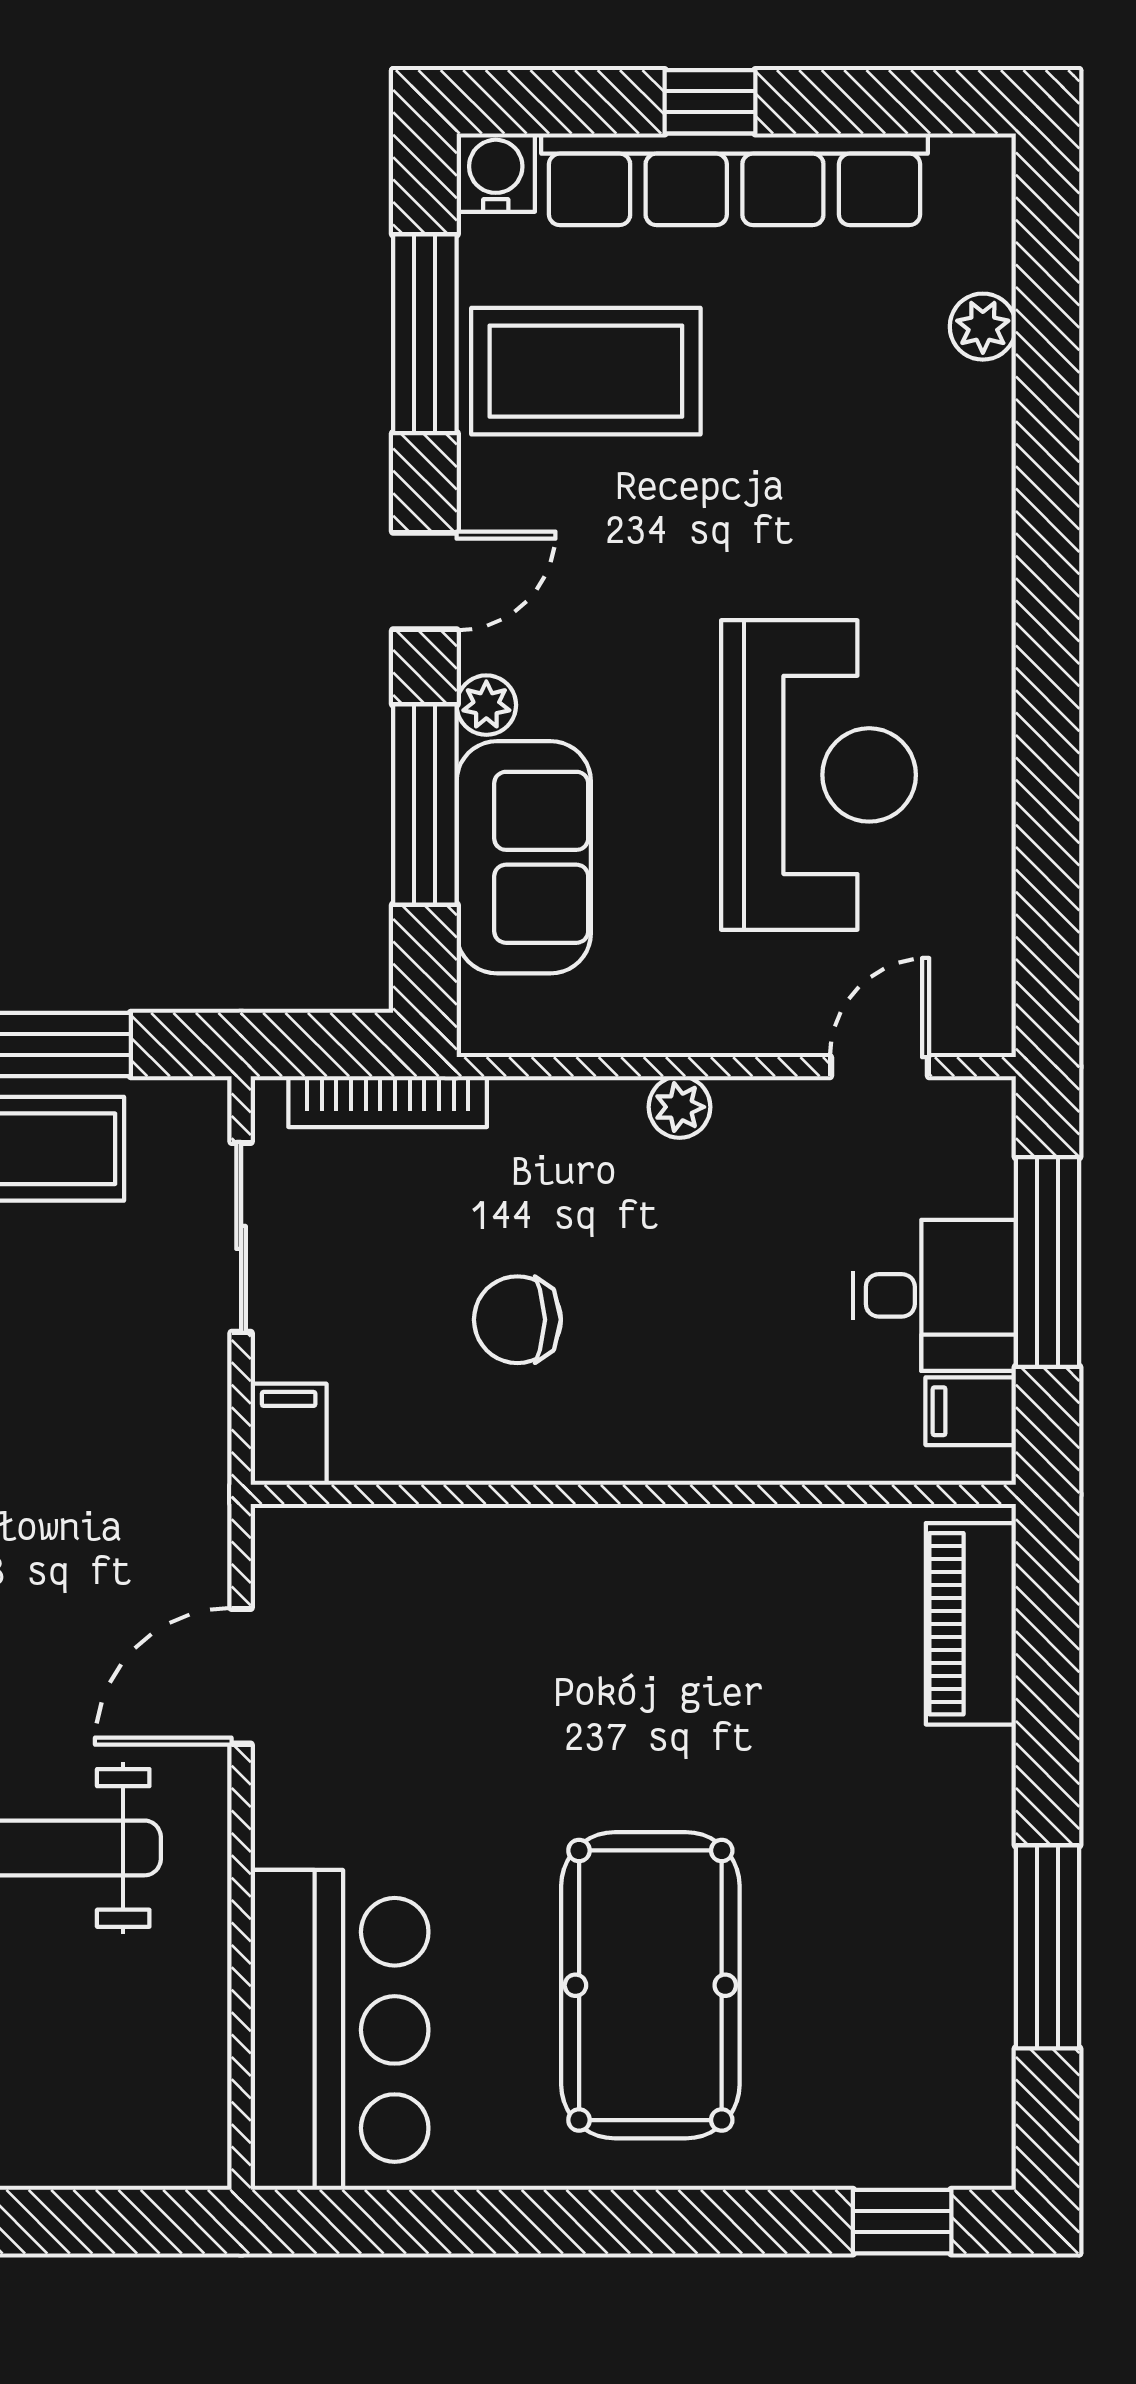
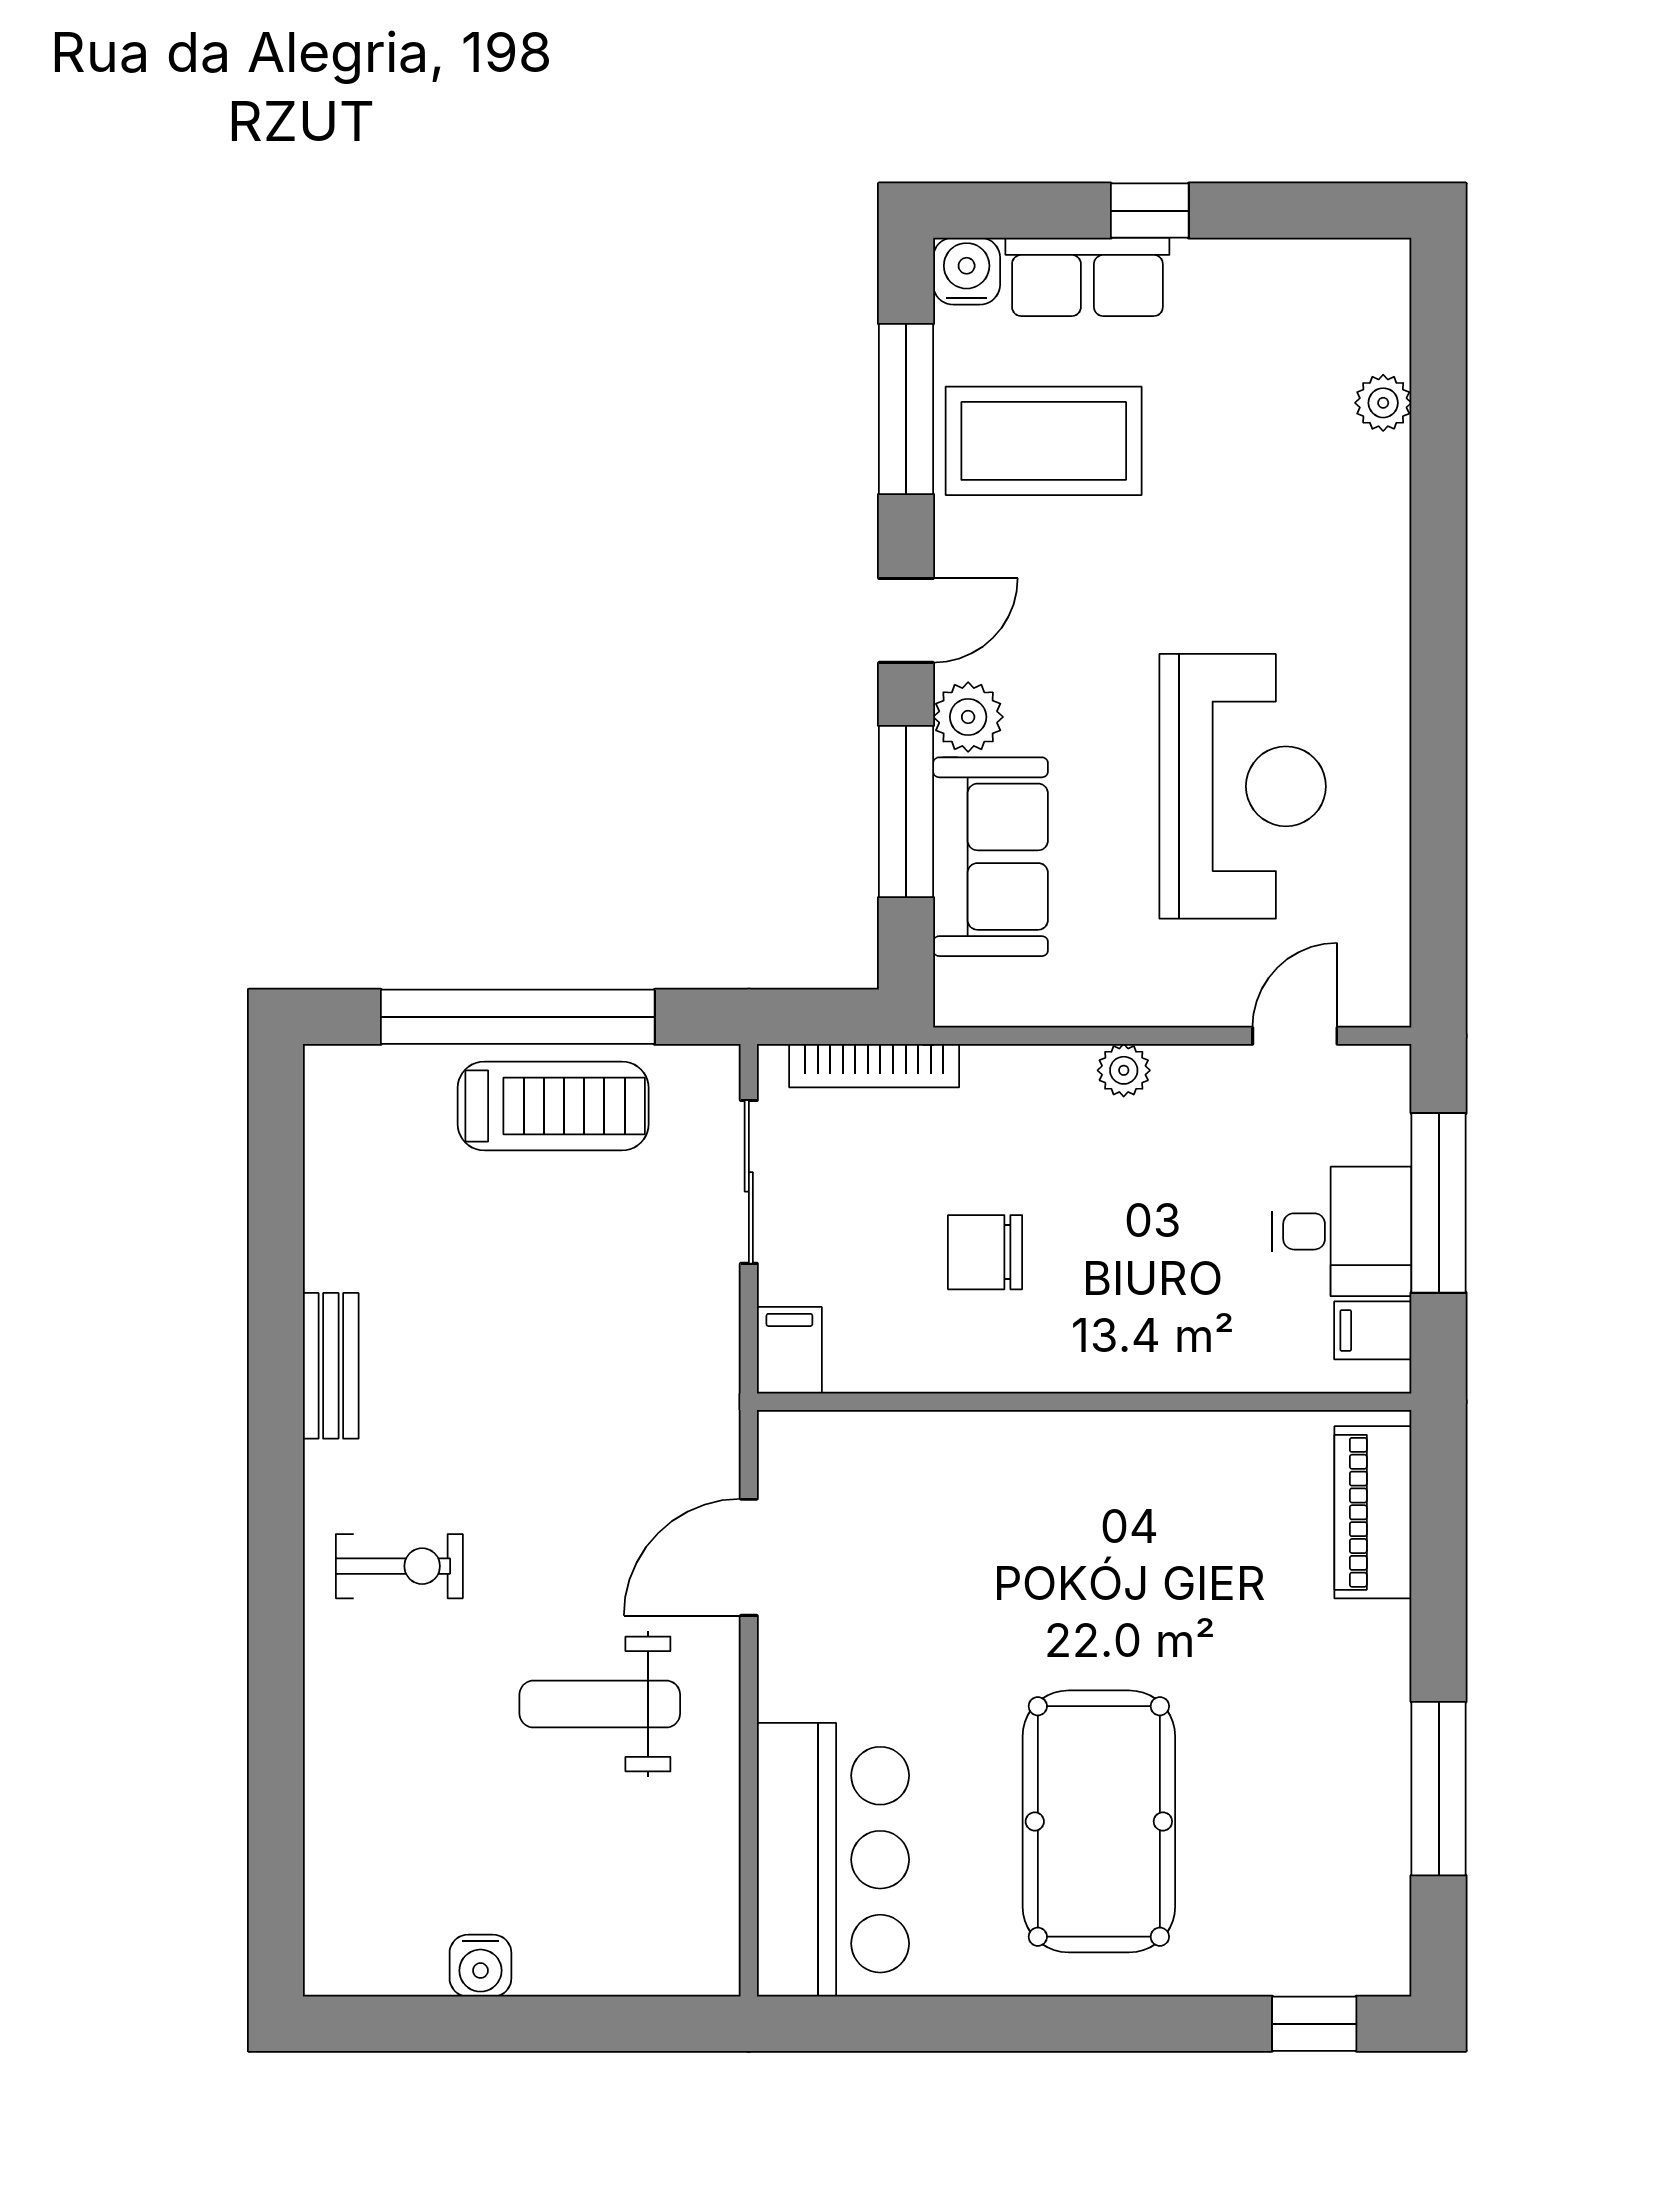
row of seats: (735, 179) -> (1087, 277), width x0.50
plant: (486, 705) -> (968, 717), width x1.38, depth x1.38

